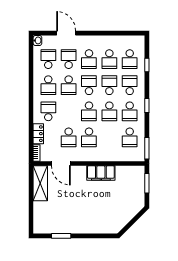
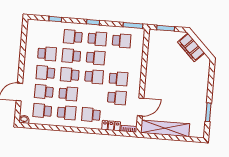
school desk: (89, 59) -> (45, 73), turned 180
school desk: (130, 59) -> (49, 35), removed
filing cabinet: (101, 173) -> (191, 47), moved, turned 135
shelving: (40, 183) -> (165, 128), width x1.47

